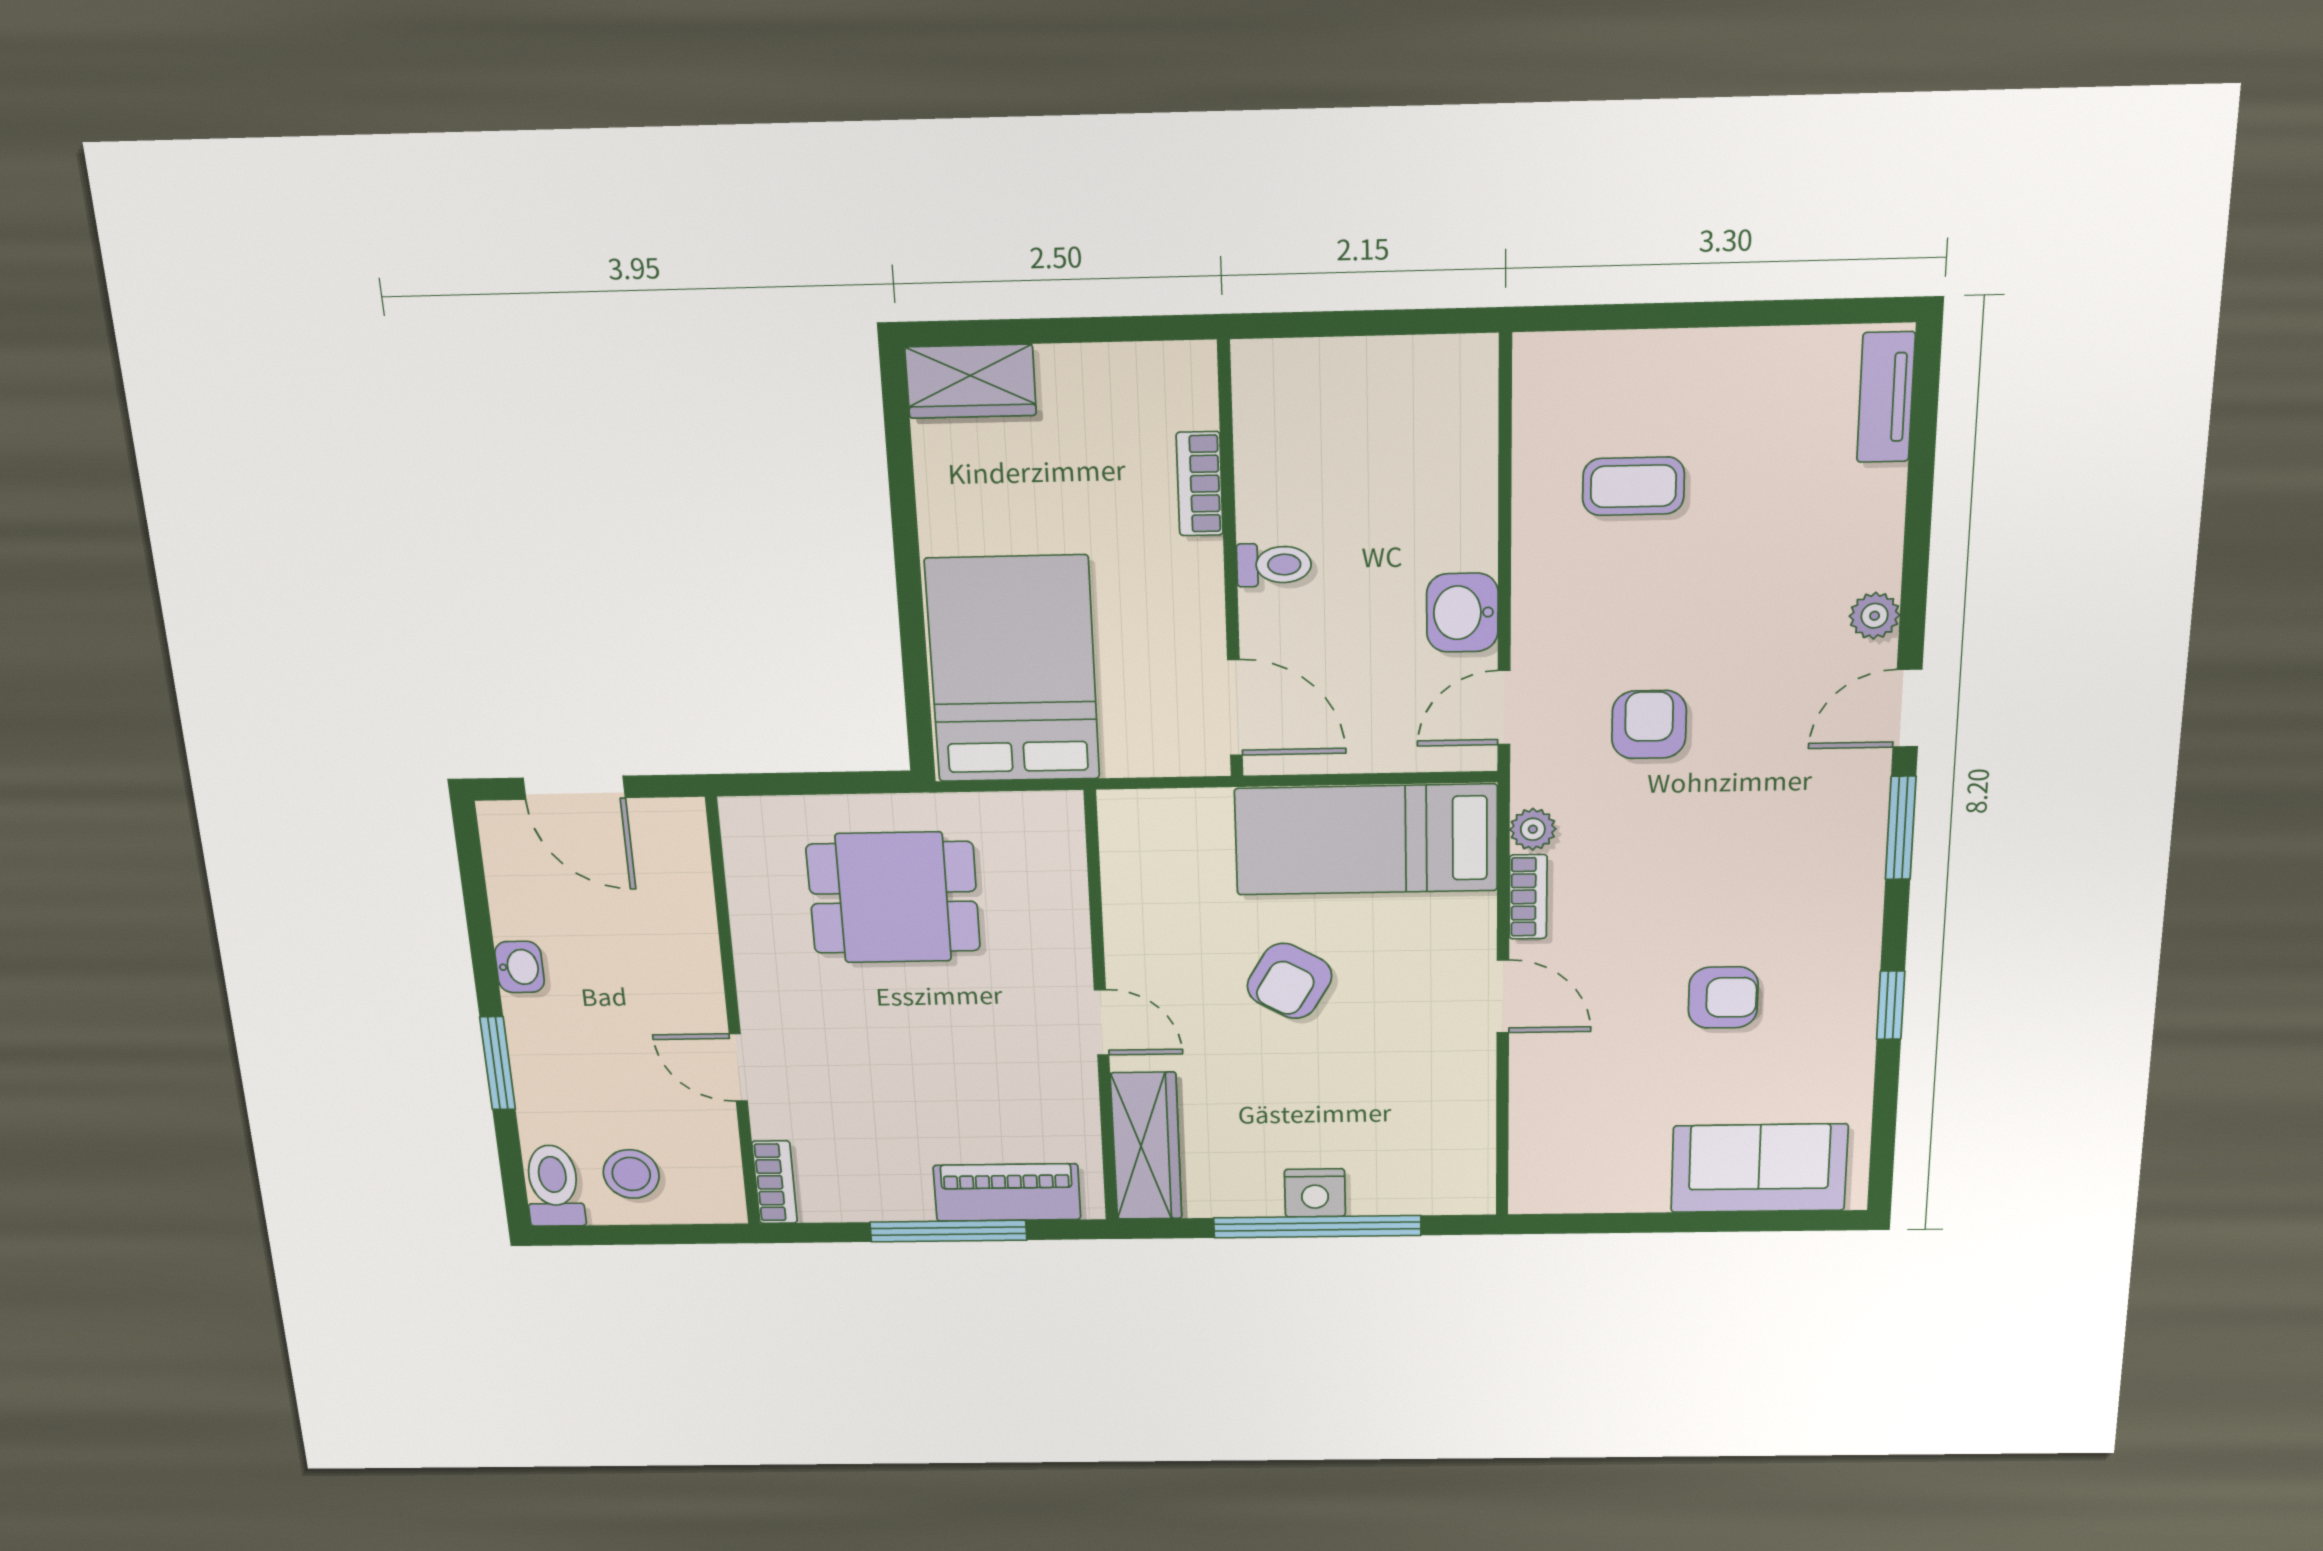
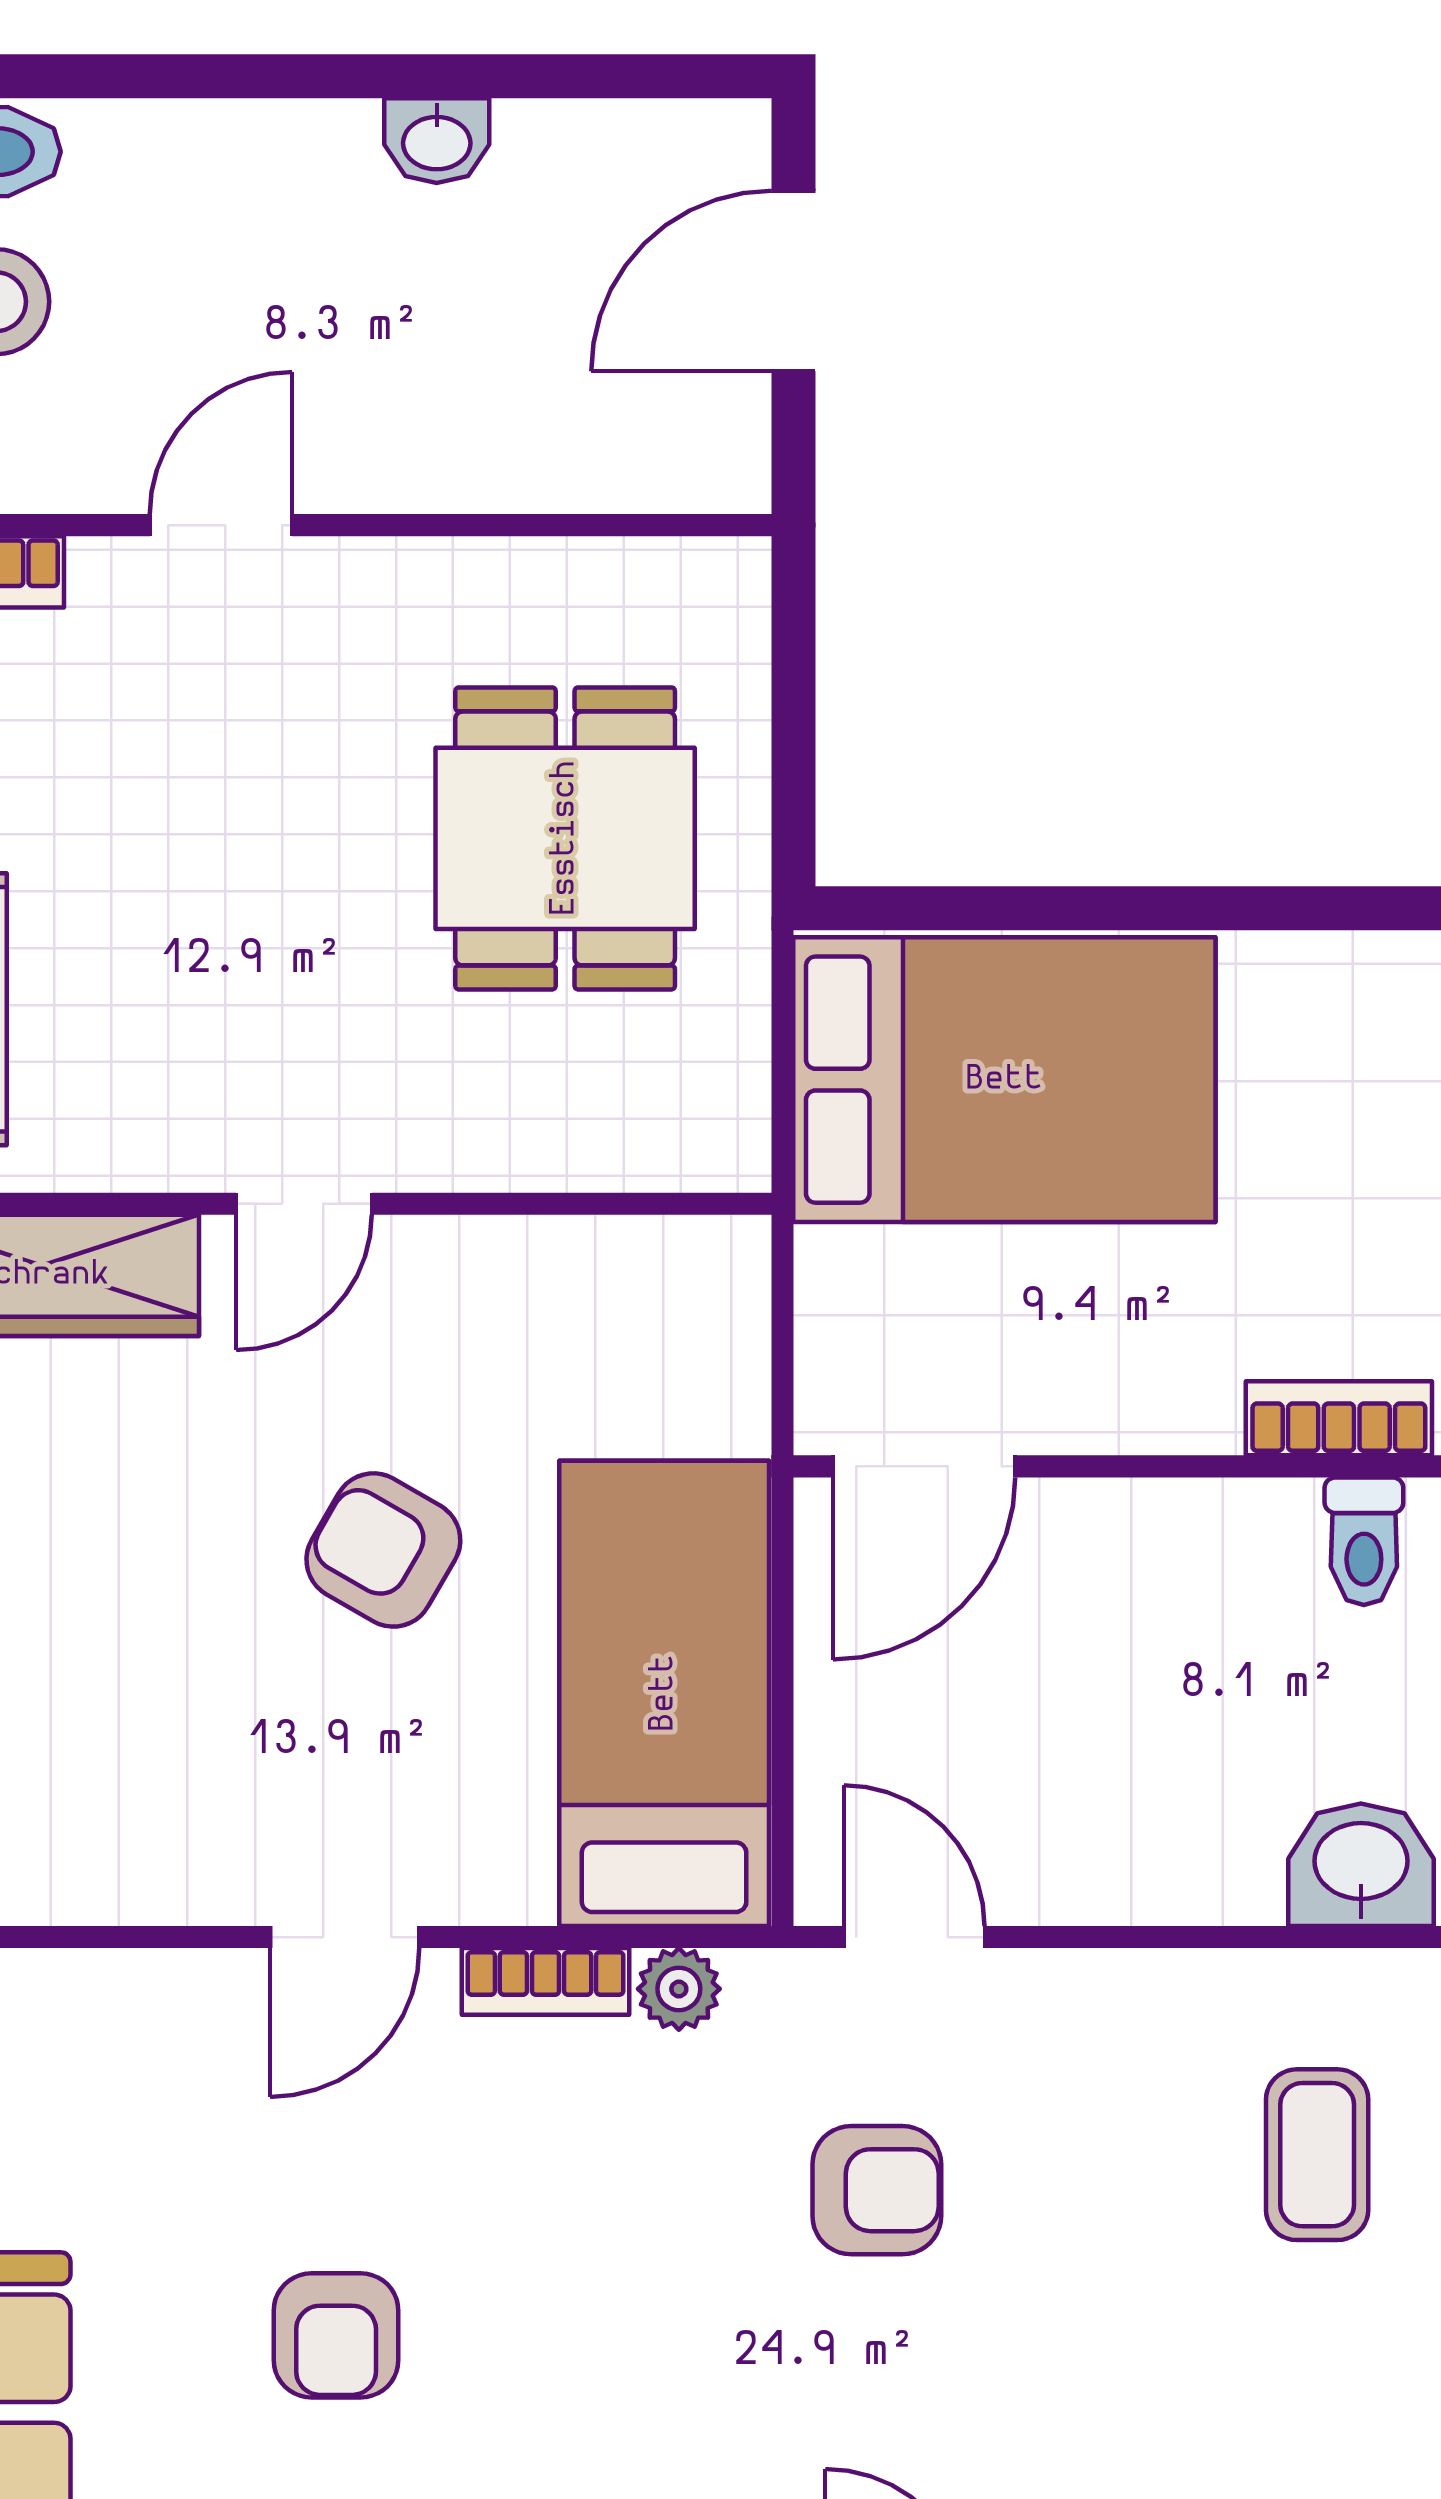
toilet: (1274, 565) -> (1364, 1541), moved
washbasin: (1462, 613) -> (1361, 1865), moved
window: (498, 1063) -> (237, 76), removed

